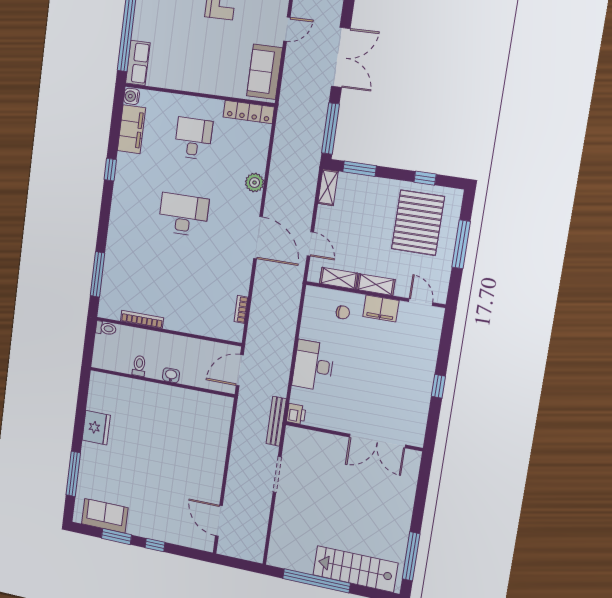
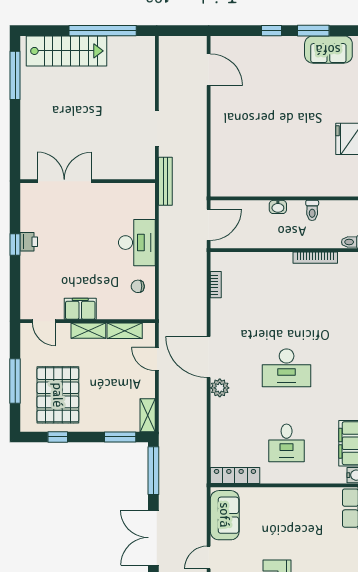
plant: (254, 183) -> (220, 388), moved
chair: (343, 312) -> (138, 286), moved
printer: (296, 414) -> (29, 242), moved, turned 180

